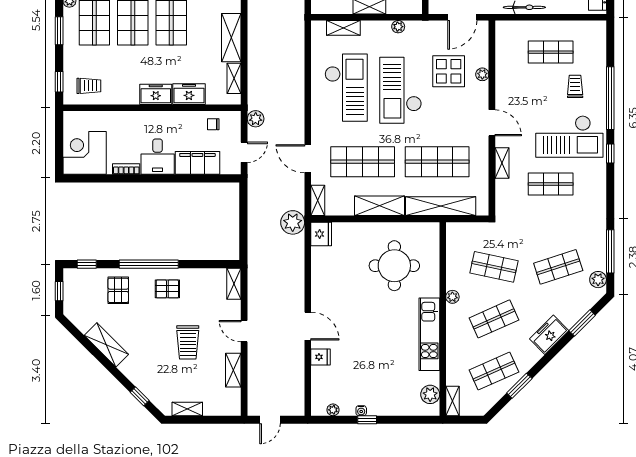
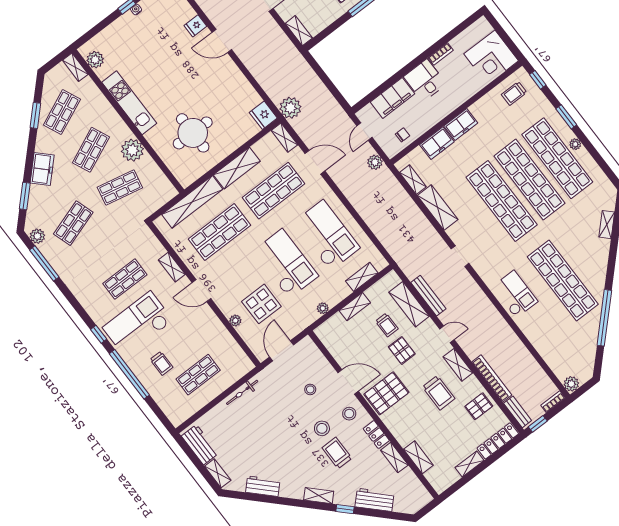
checkout: (346, 88) -> (327, 235), turned 180
corner desk: (85, 153) -> (491, 57), moved, turned 90
plant: (452, 297) -> (132, 150), width x1.87, depth x1.87

